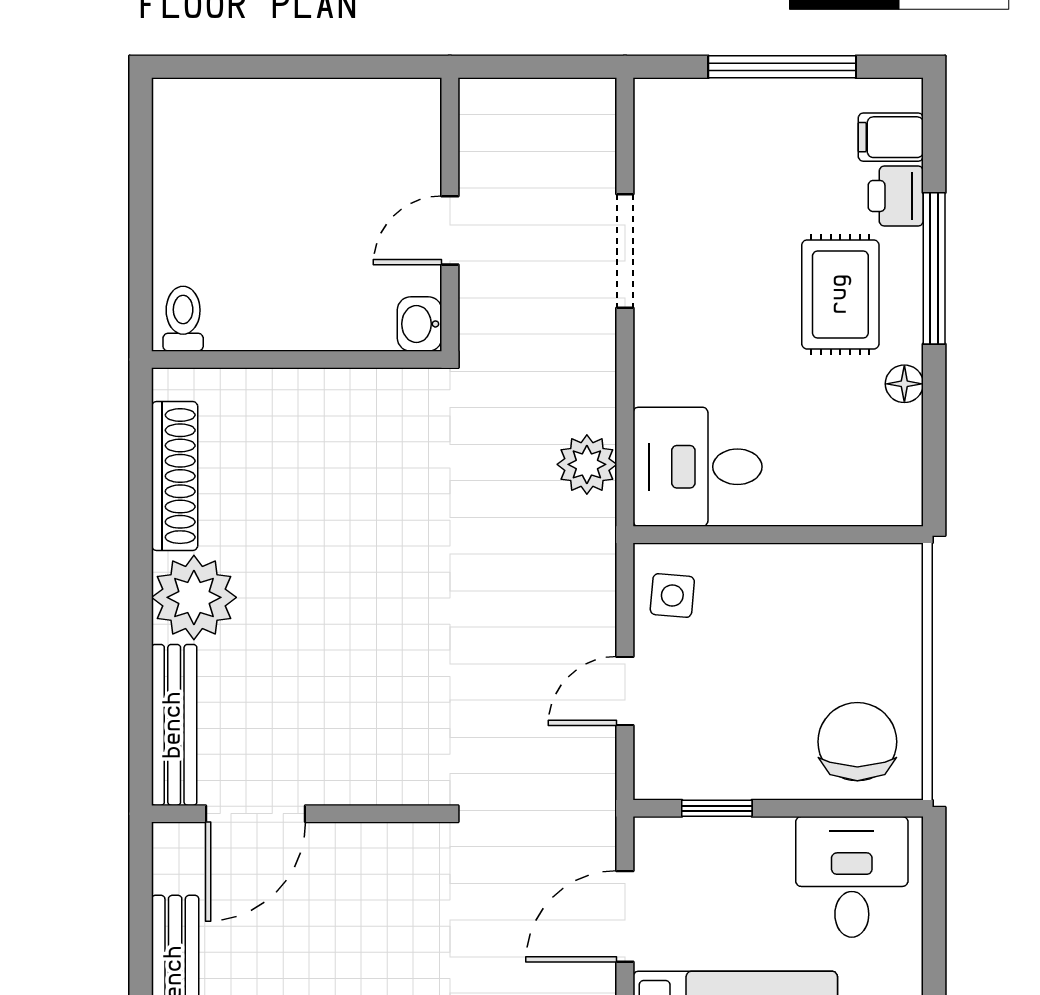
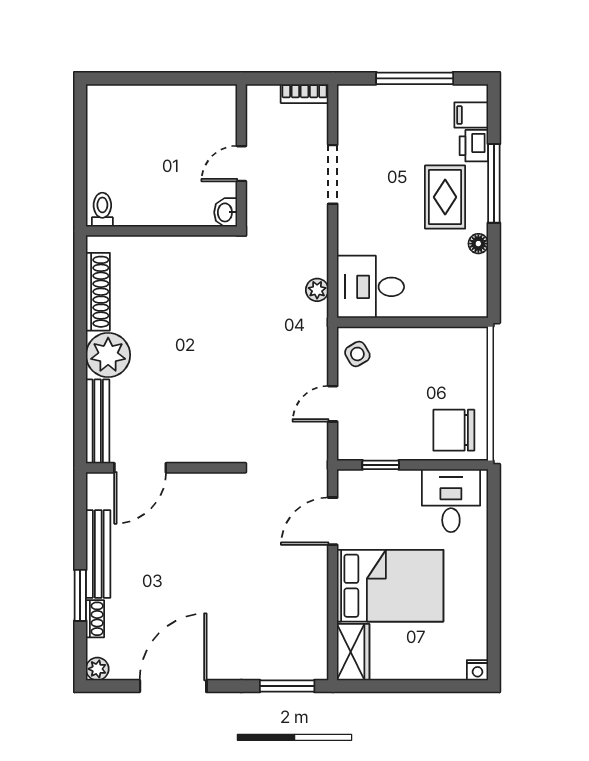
bookcase: (571, 96) -> (305, 94), added
plant: (587, 464) -> (317, 290), width x0.73, depth x0.73
side table: (672, 595) -> (357, 354), turned -35
chair: (857, 742) -> (454, 430), turned -90

